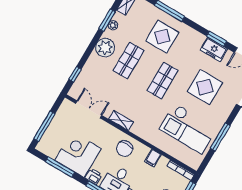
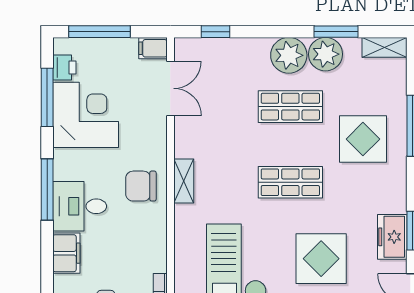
plant: (113, 25) -> (326, 54), width x1.87, depth x1.87
shelving: (121, 121) -> (184, 181), moved
filing cabinet: (153, 158) -> (153, 48), moved
printer: (94, 176) -> (64, 68), moved

